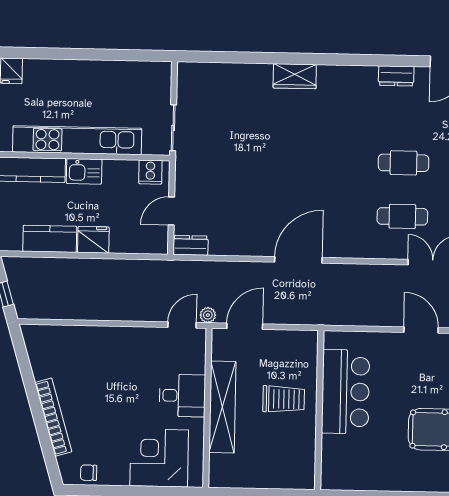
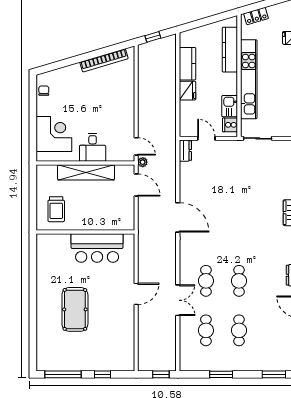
kitchen sink: (84, 171) -> (230, 106), moved
trolley: (284, 399) -> (56, 209), moved
bookcase: (53, 417) -> (104, 60), moved

